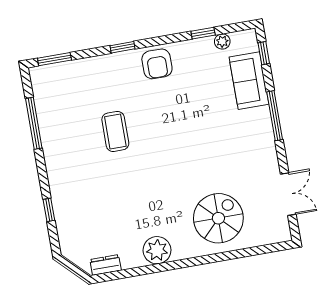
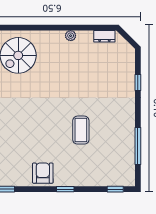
window: (54, 59) -> (115, 189), width x0.67
plant: (157, 250) -> (71, 36), width x0.53, depth x0.53

